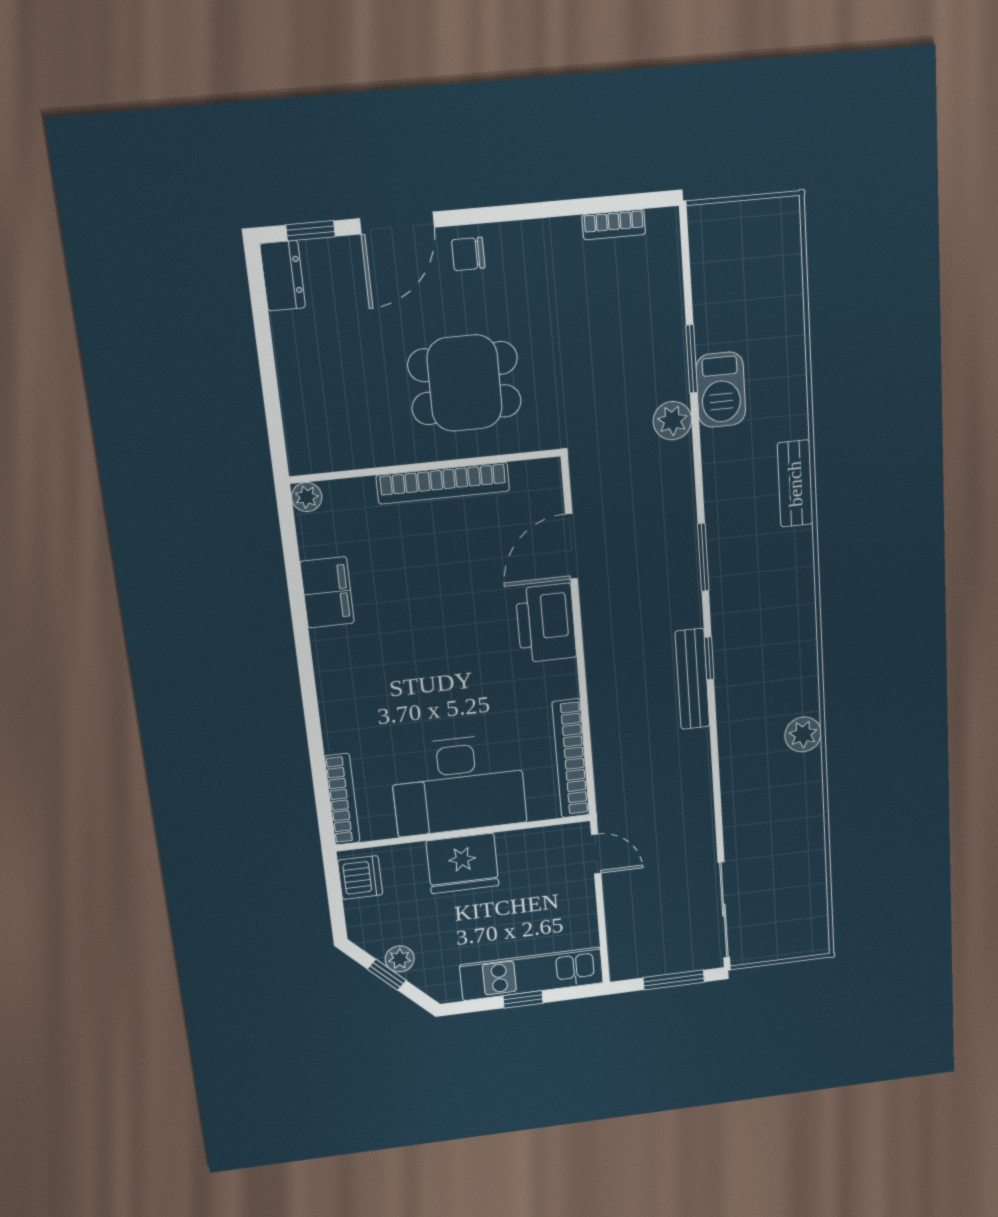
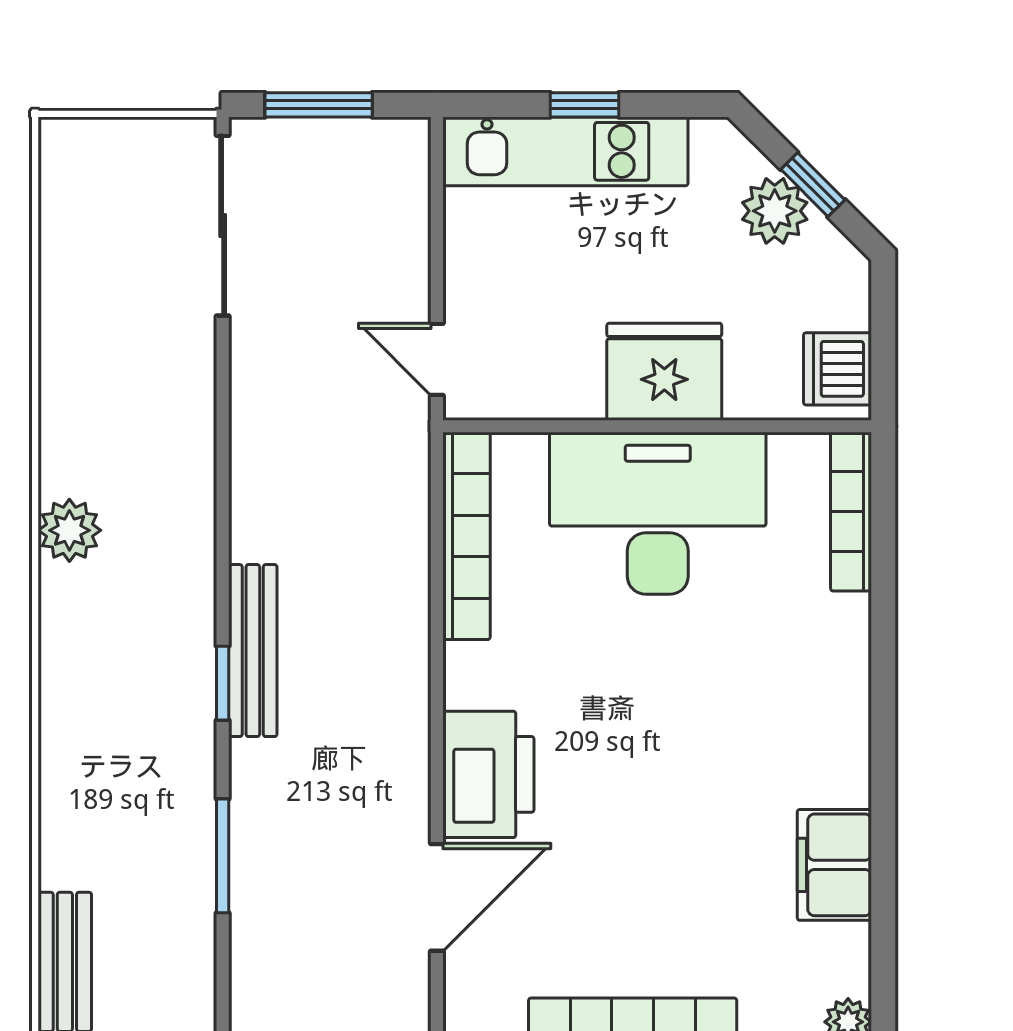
plant: (400, 959) -> (775, 211), width x1.38, depth x1.38

